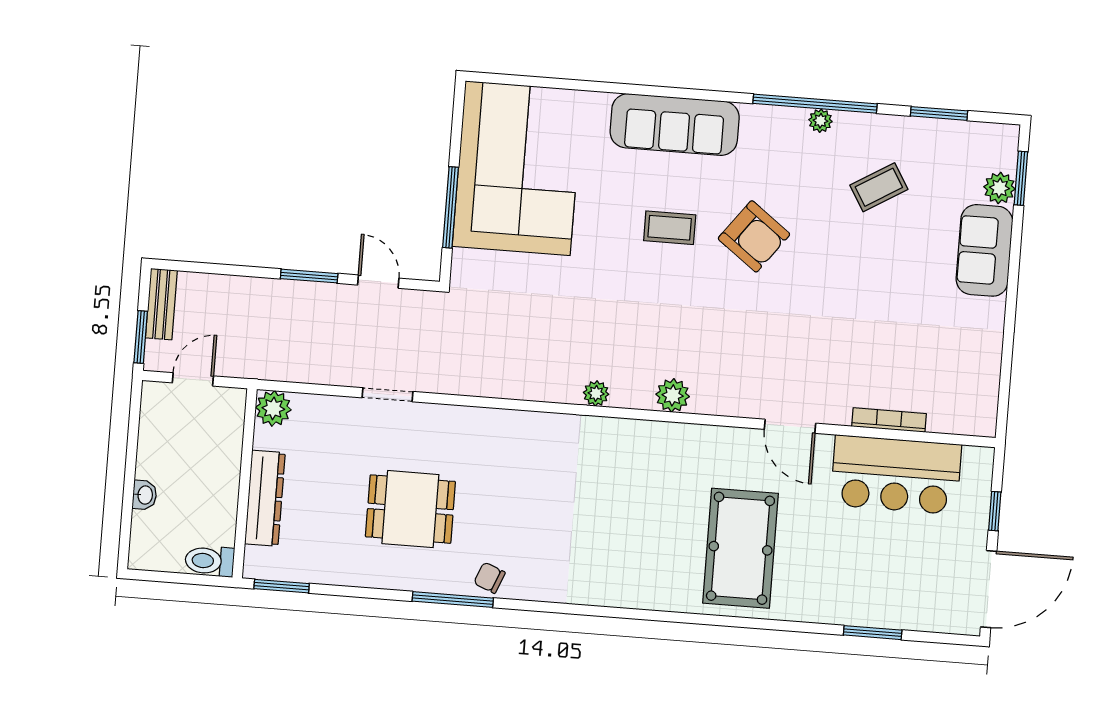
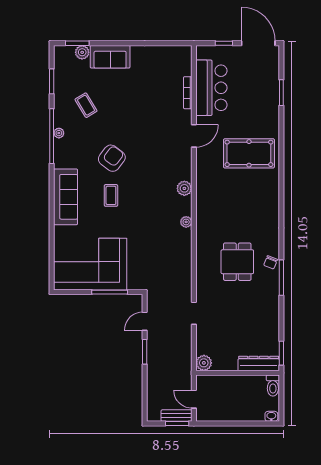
bench: (161, 304) -> (176, 416), moved
washbasin: (145, 495) -> (271, 416), moved
dresser: (265, 498) -> (259, 363), moved
dining table: (410, 509) -> (237, 262), moved

